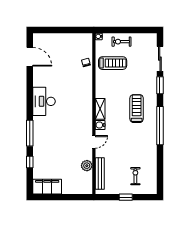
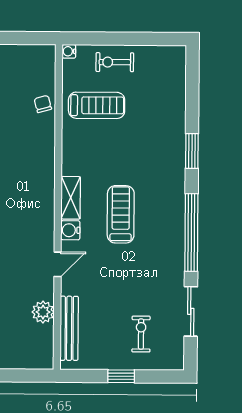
sliding door: (160, 59) -> (191, 311), moved
treadmill: (137, 109) -> (121, 214), moved

